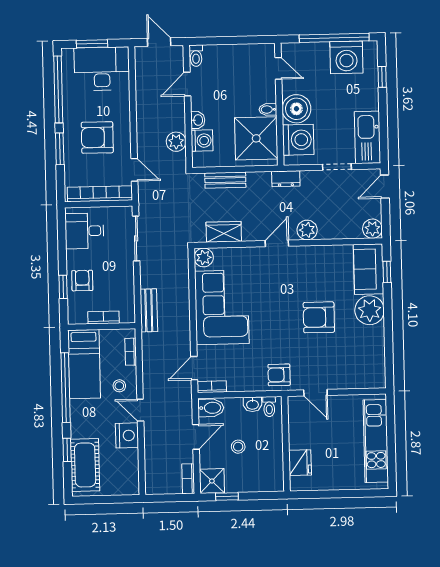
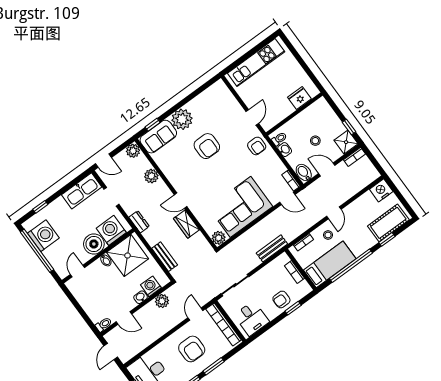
plant: (307, 230) -> (151, 176), moved
wardrobe: (224, 232) -> (186, 224), moved
nightstand: (127, 435) -> (381, 190), moved

